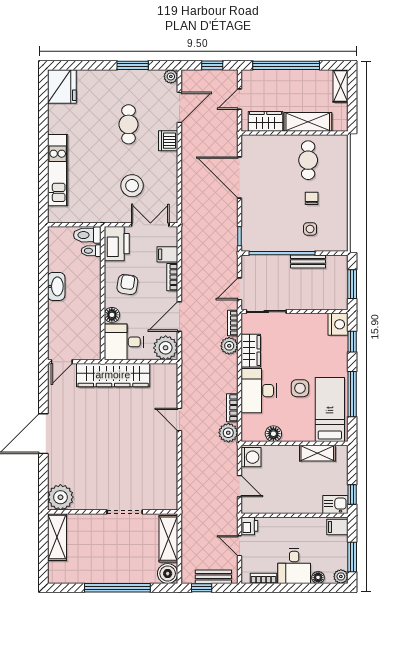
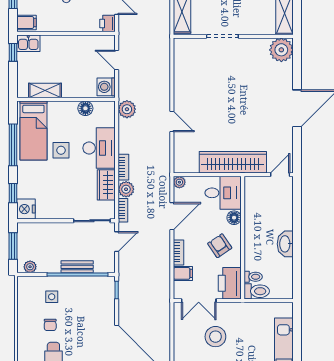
bench: (308, 261) -> (77, 267), moved
plant: (334, 262) -> (30, 267), added
armchair: (127, 284) -> (220, 246), turned 137
plant: (166, 348) -> (179, 182), width x0.53, depth x0.53
bookcase: (232, 408) -> (123, 167), moved

